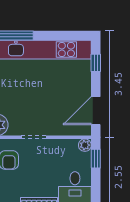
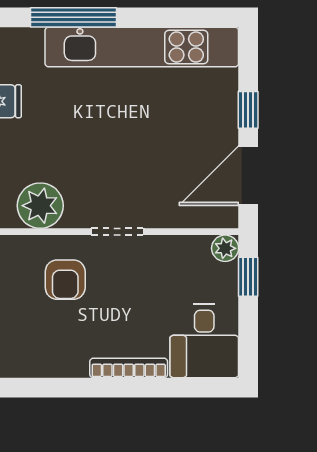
window: (96, 63) -> (248, 110), moved

